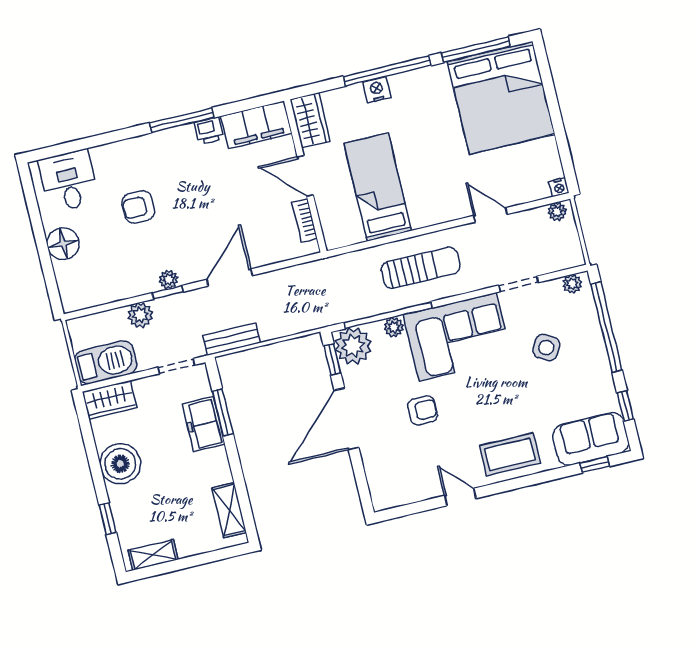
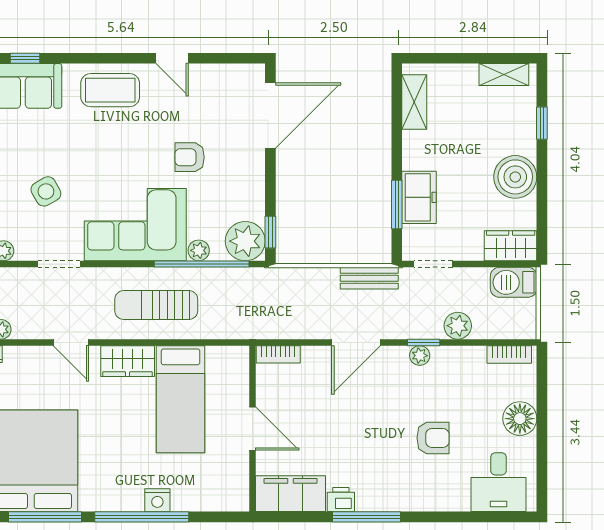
wardrobe: (310, 120) -> (128, 361), moved, turned -90
bookcase: (305, 220) -> (278, 354), moved, turned 90
bookcase: (87, 300) -> (509, 354), added
side table: (546, 347) -> (46, 191), turned 31
barbecue: (106, 362) -> (514, 282), width x0.73, depth x0.83
door: (346, 419) -> (270, 115), moved

